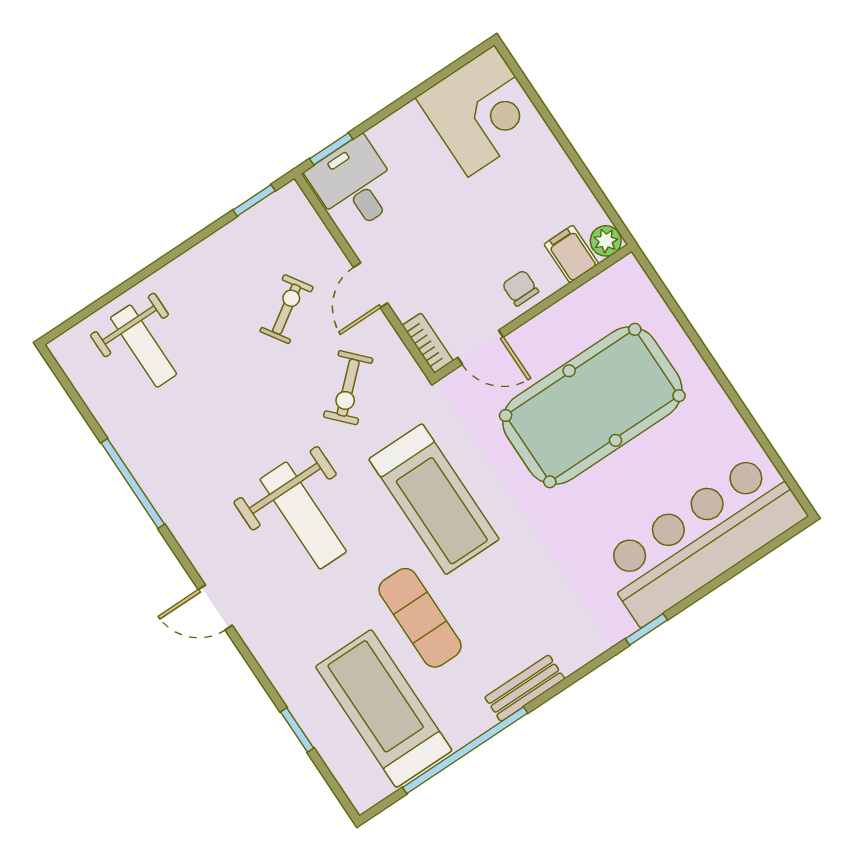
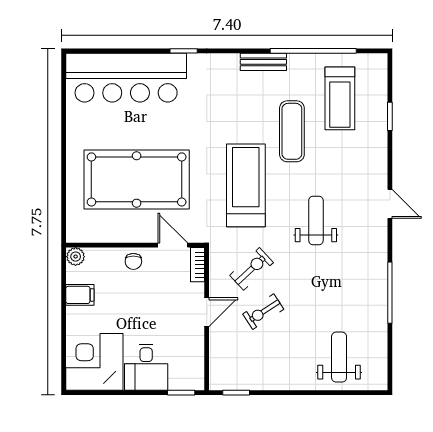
desk: (354, 185) -> (146, 367), moved
filing cabinet: (571, 254) -> (80, 295), moved, turned -90
exercise bike: (287, 309) -> (263, 312), moved
weight bench: (303, 515) -> (316, 220), width x0.73, depth x0.75
treadmill: (384, 708) -> (340, 98), width x0.73, depth x0.73

